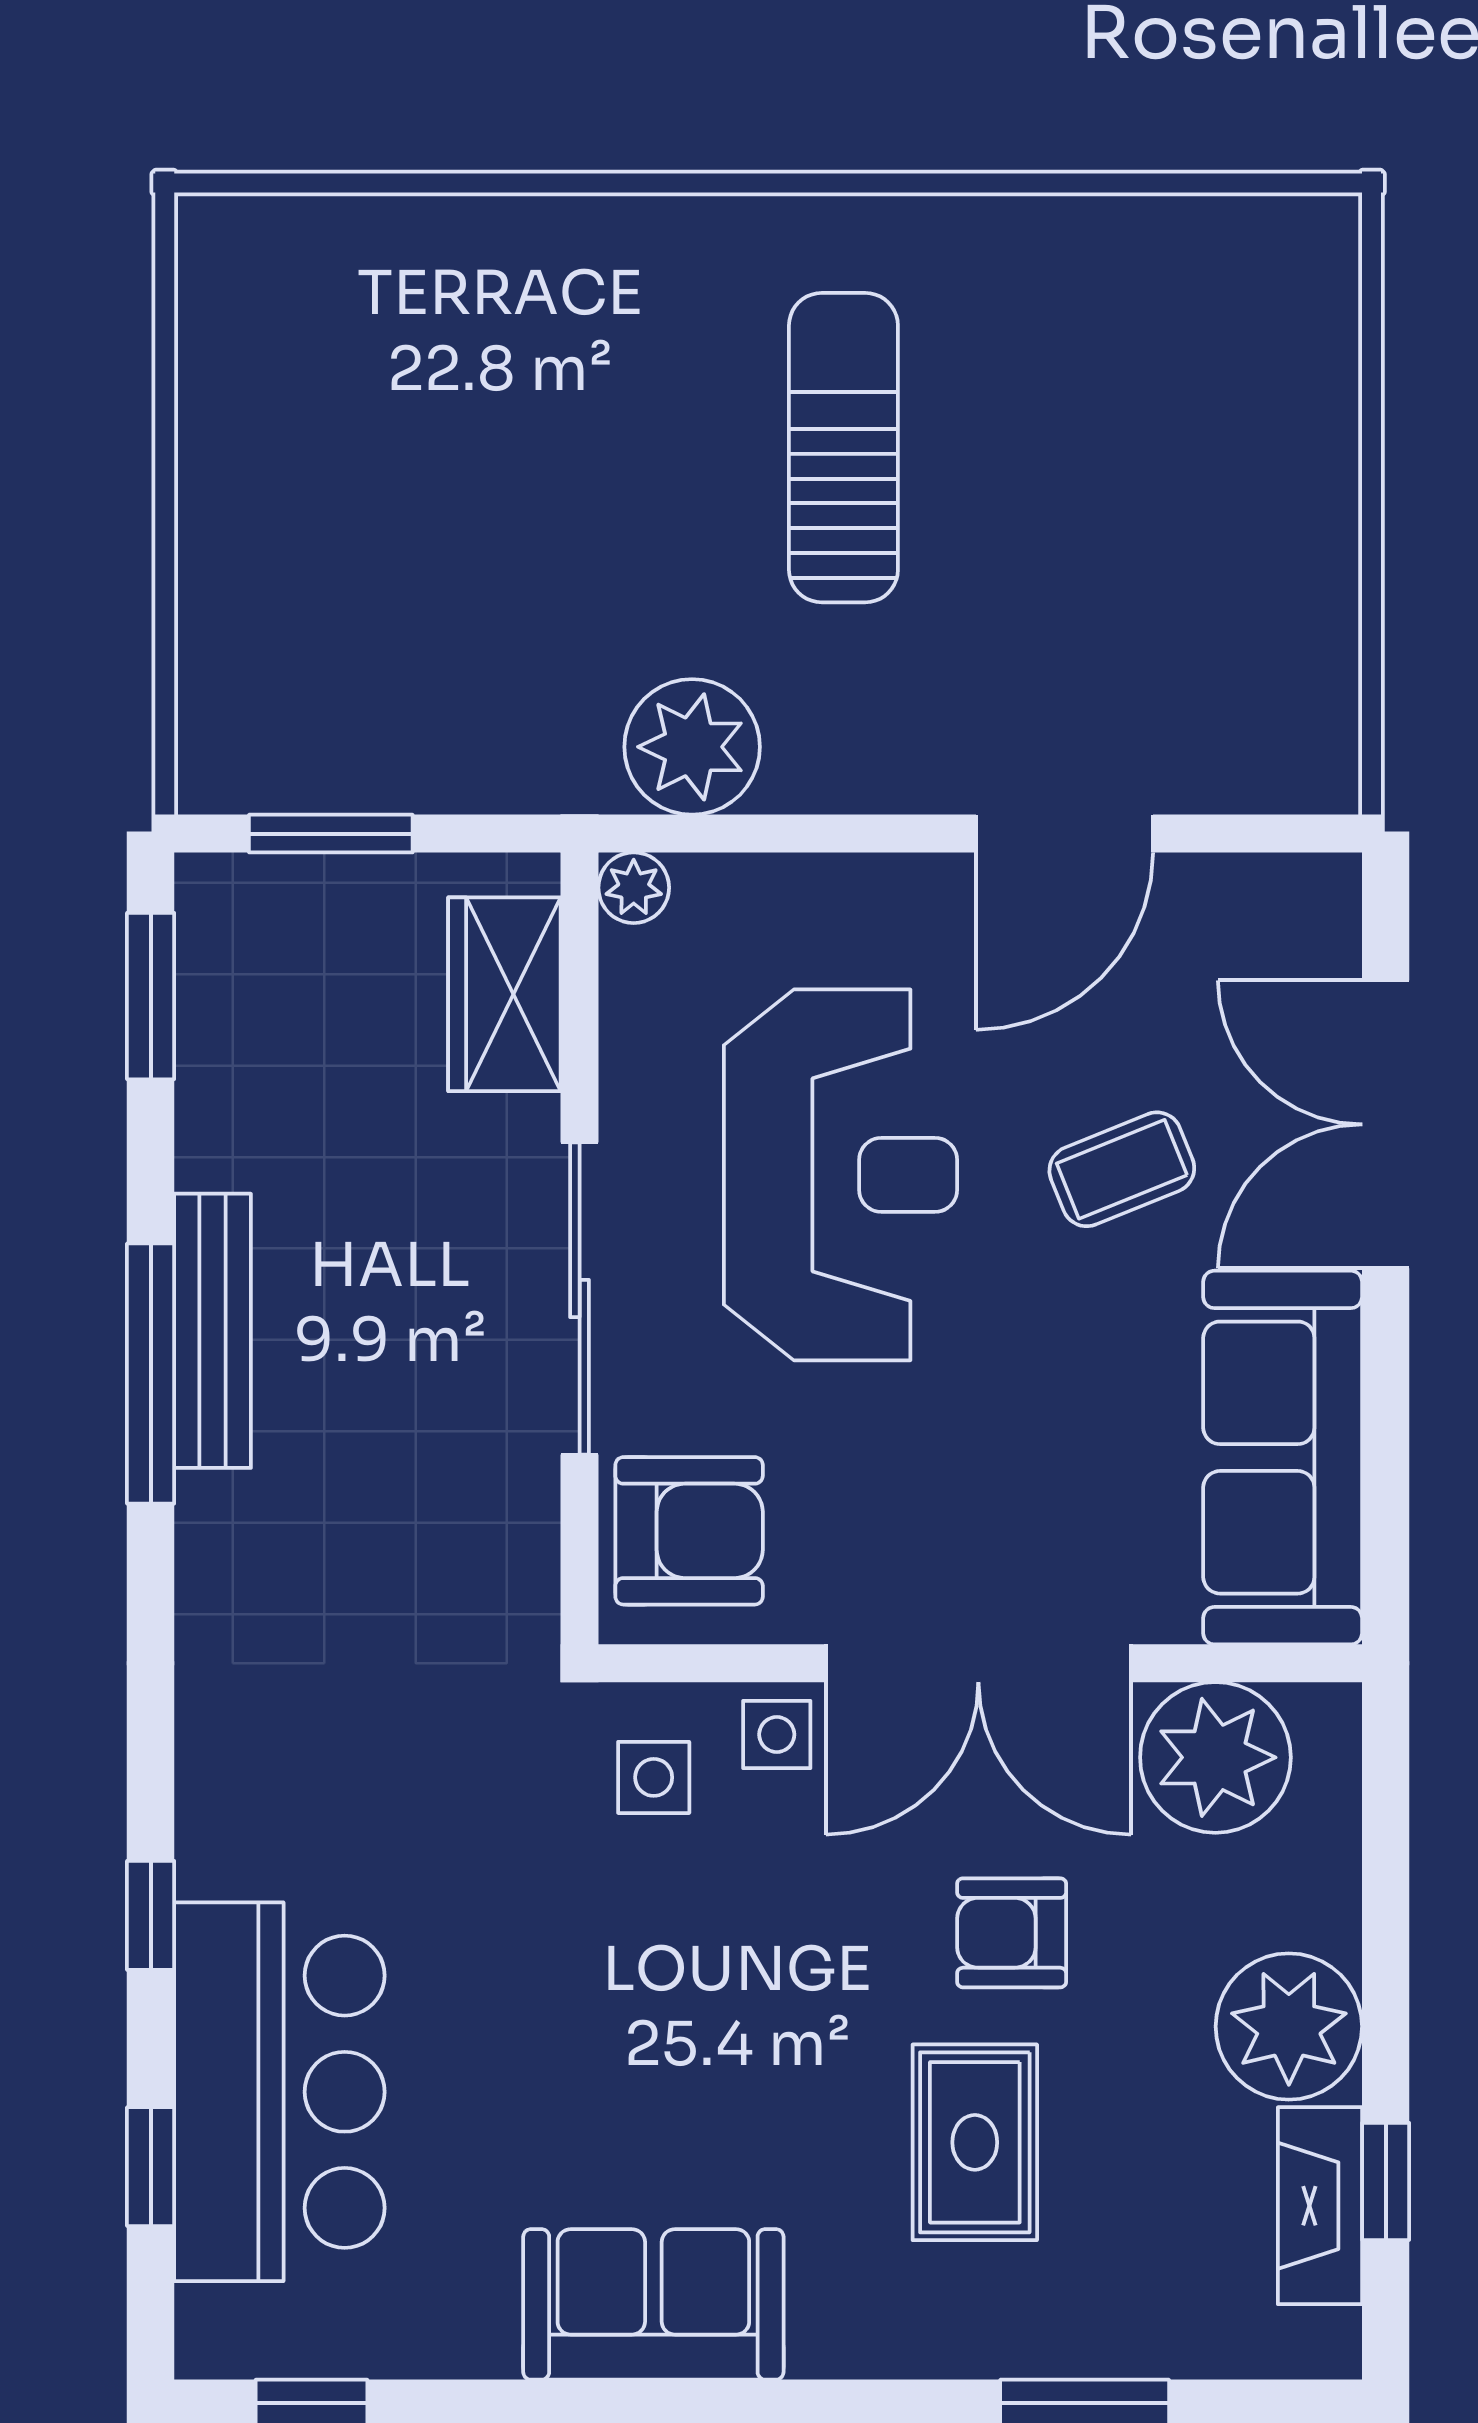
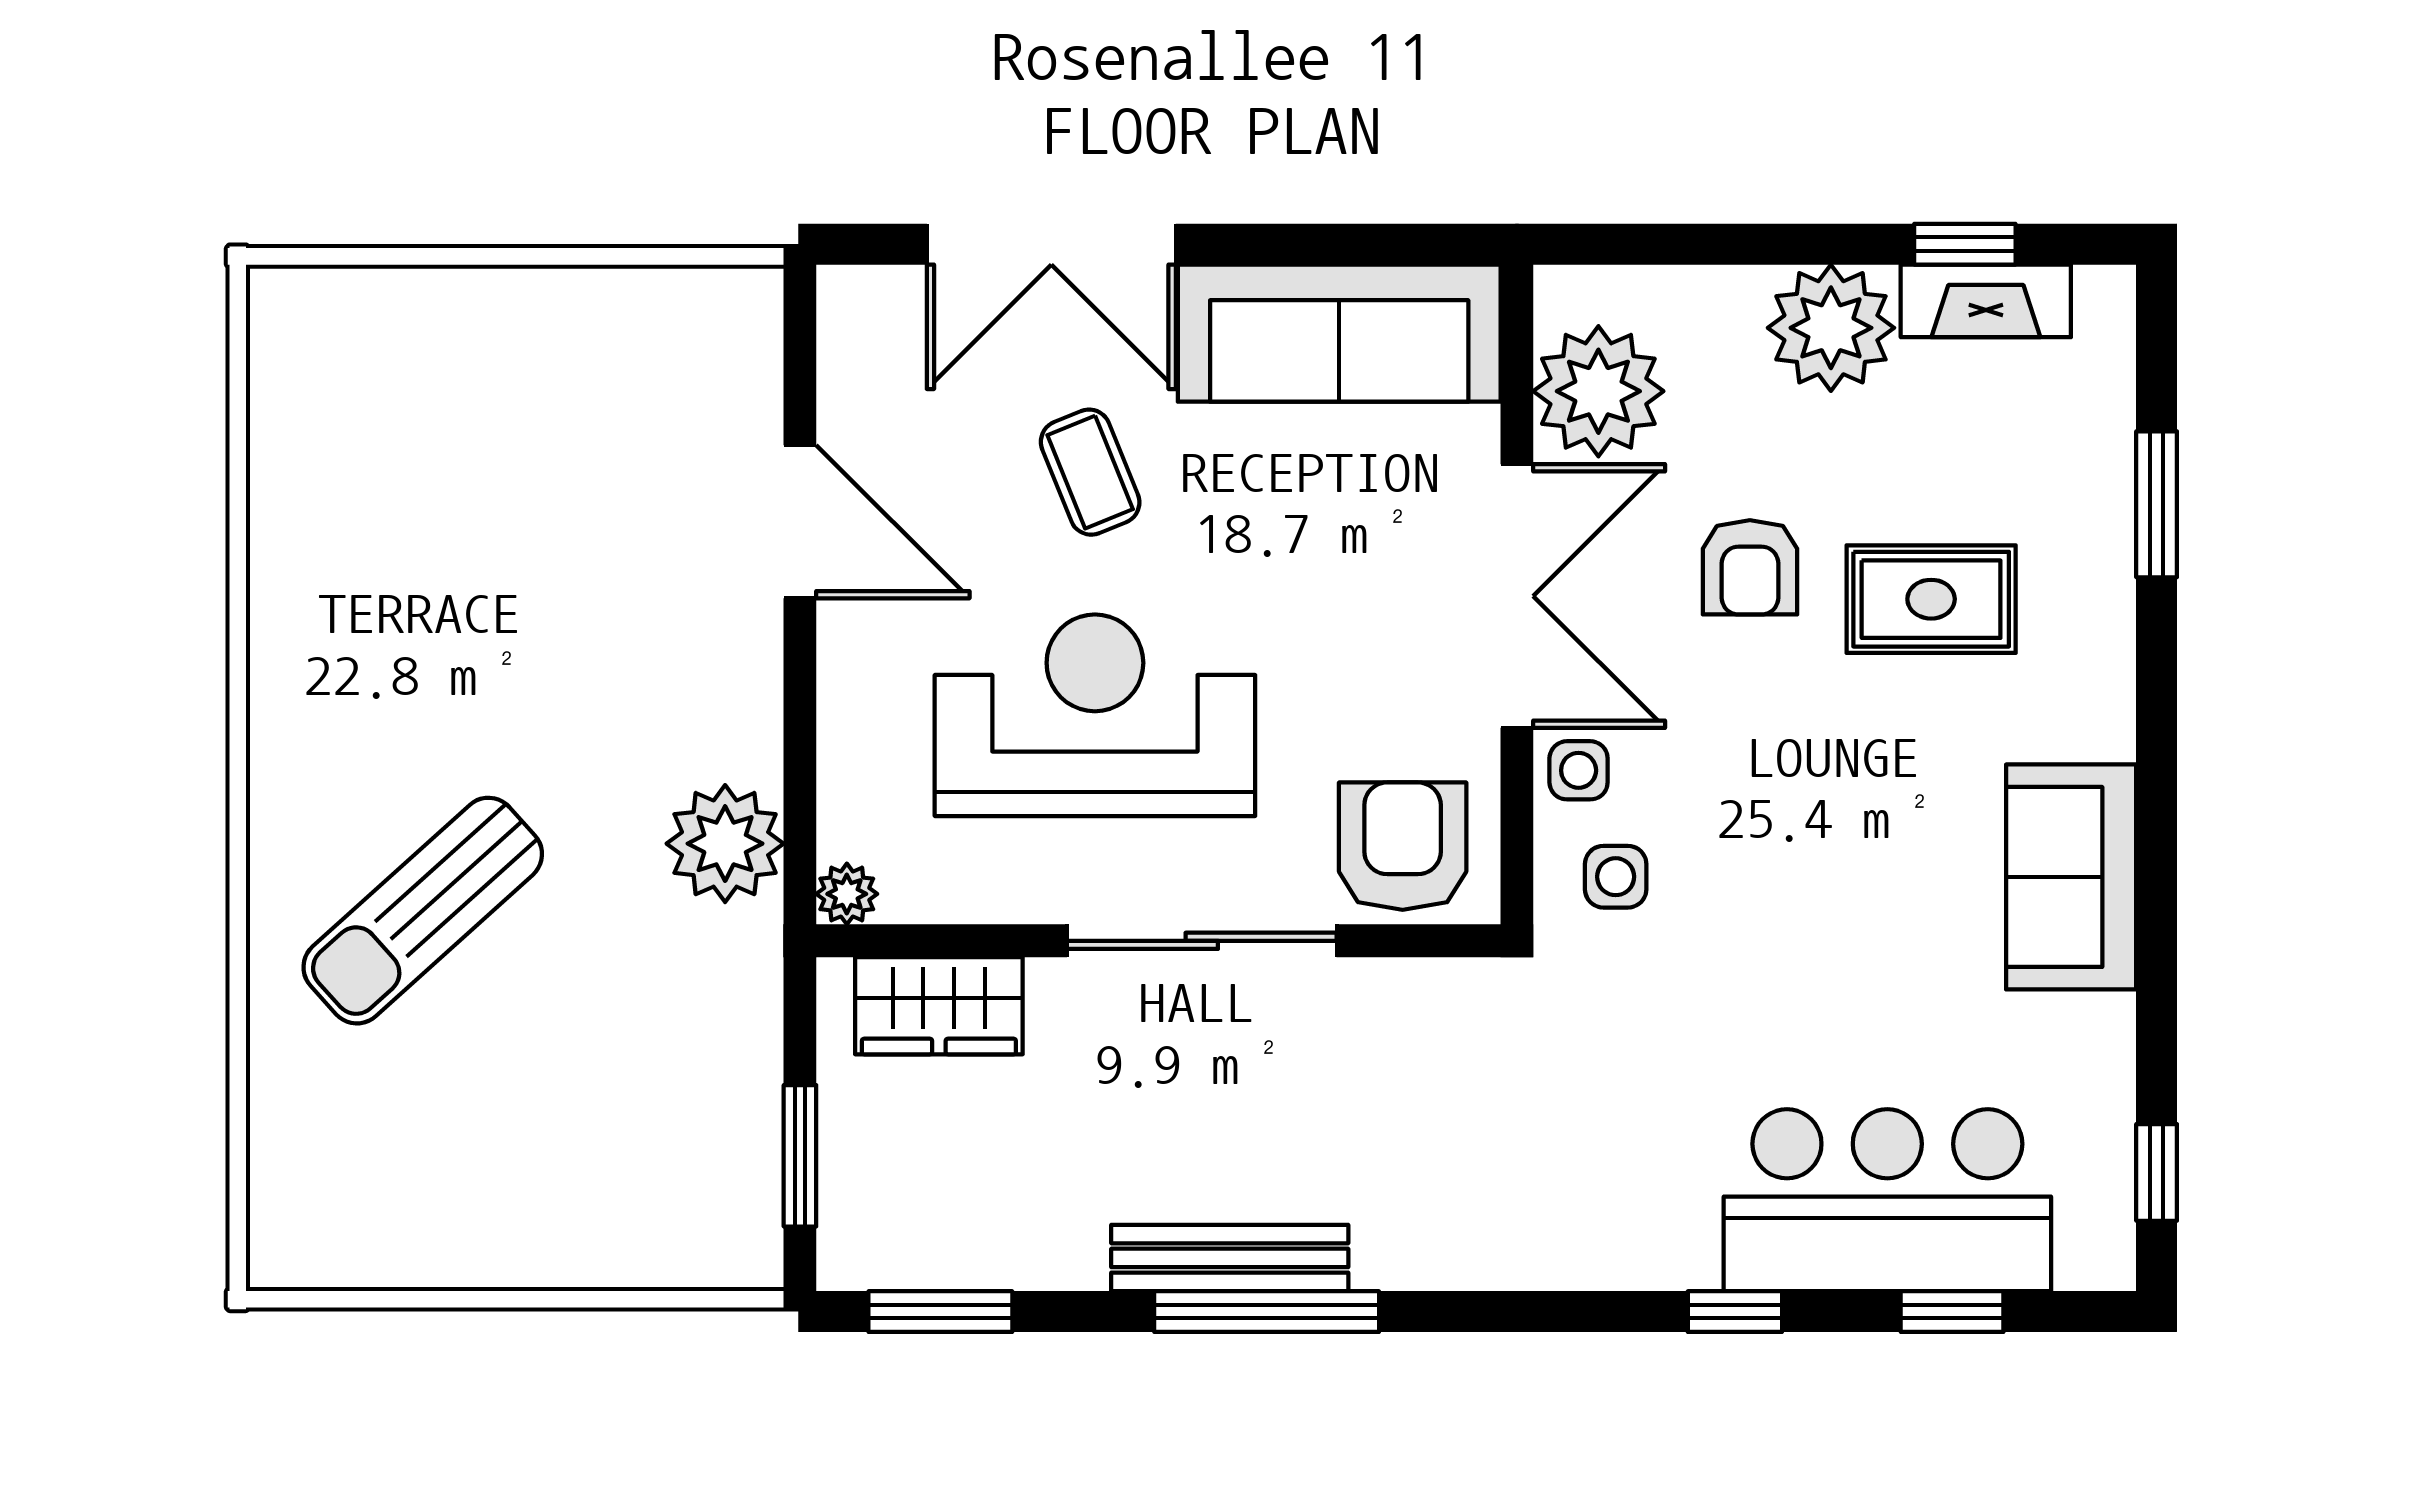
sun lounger: (843, 448) -> (423, 911), moved, turned -42

